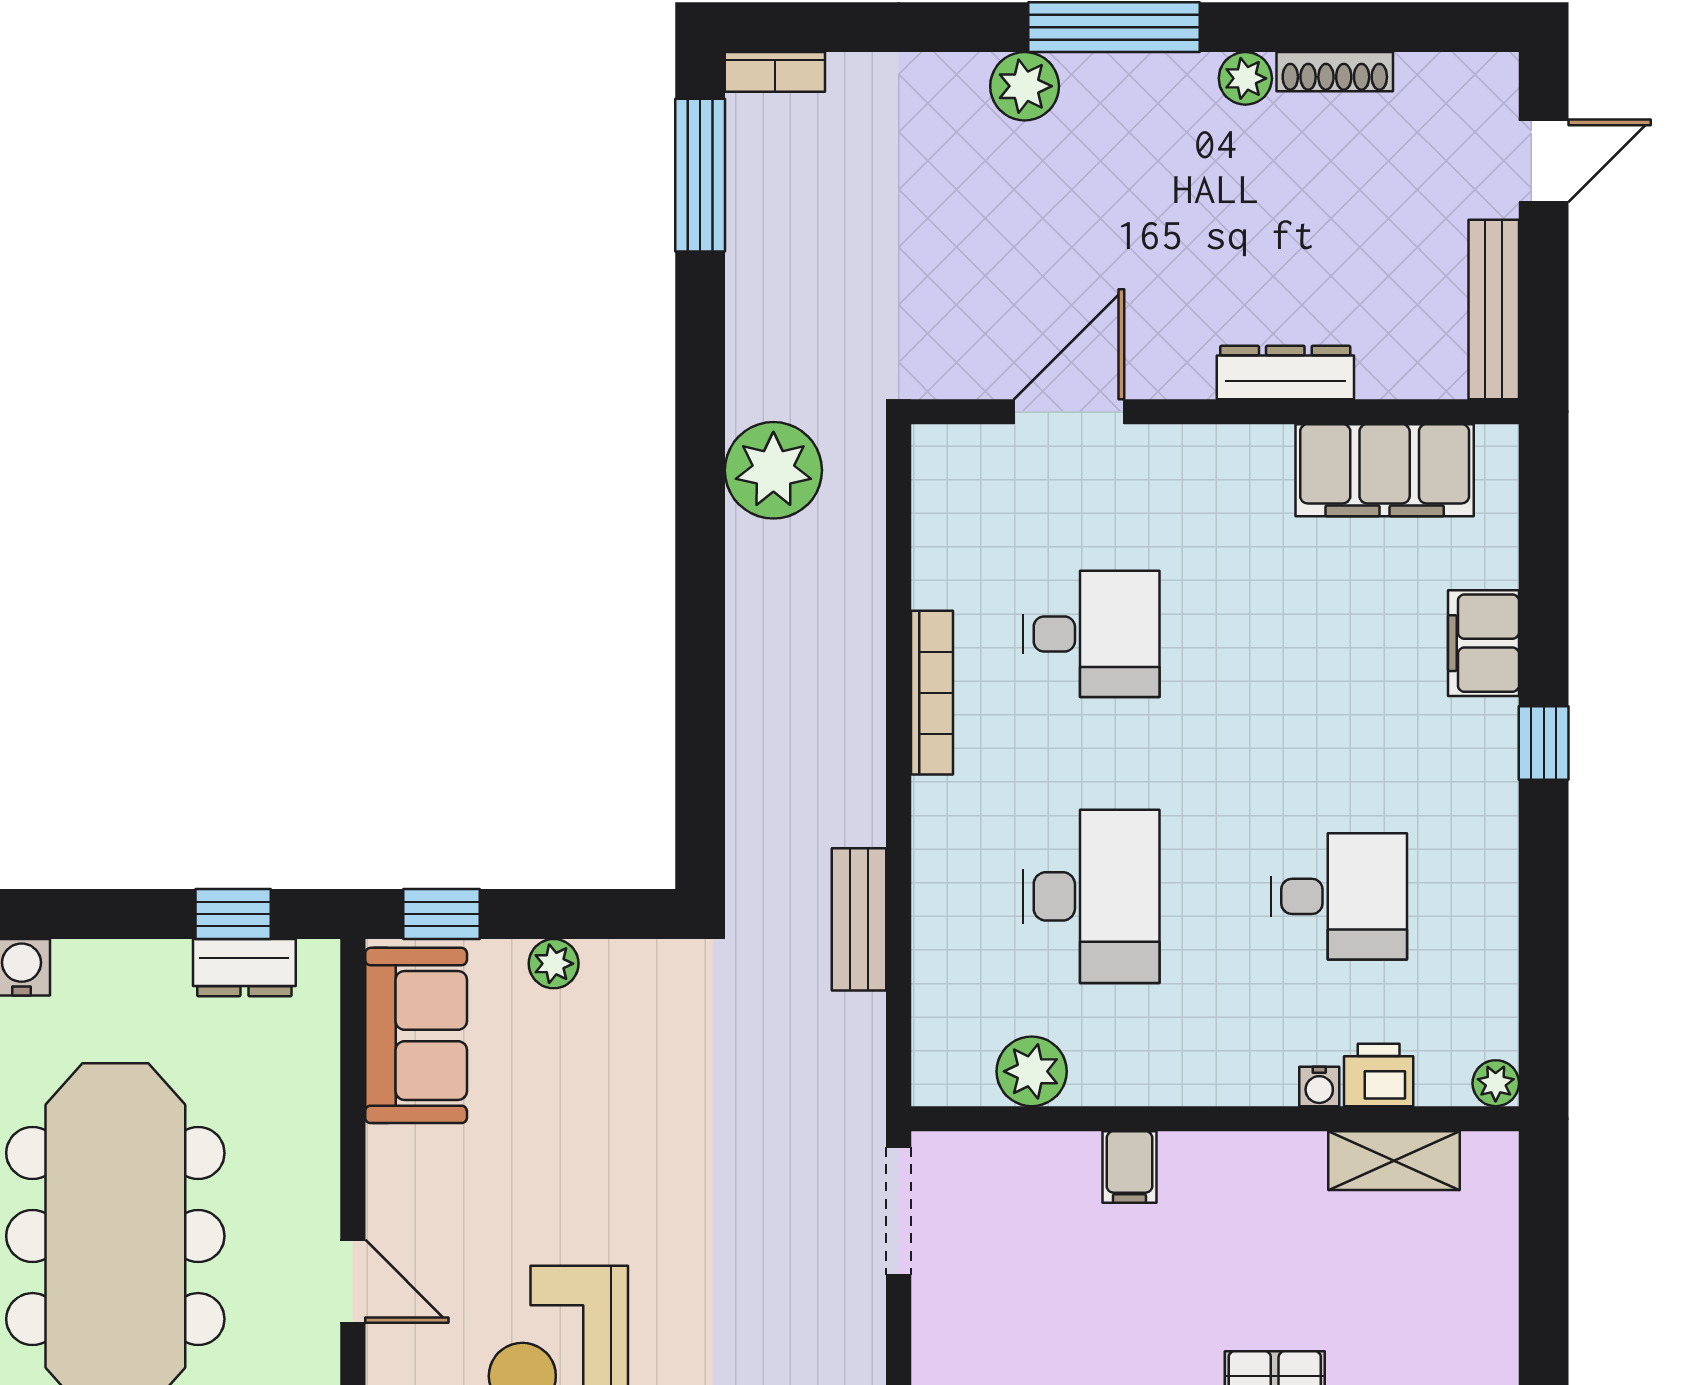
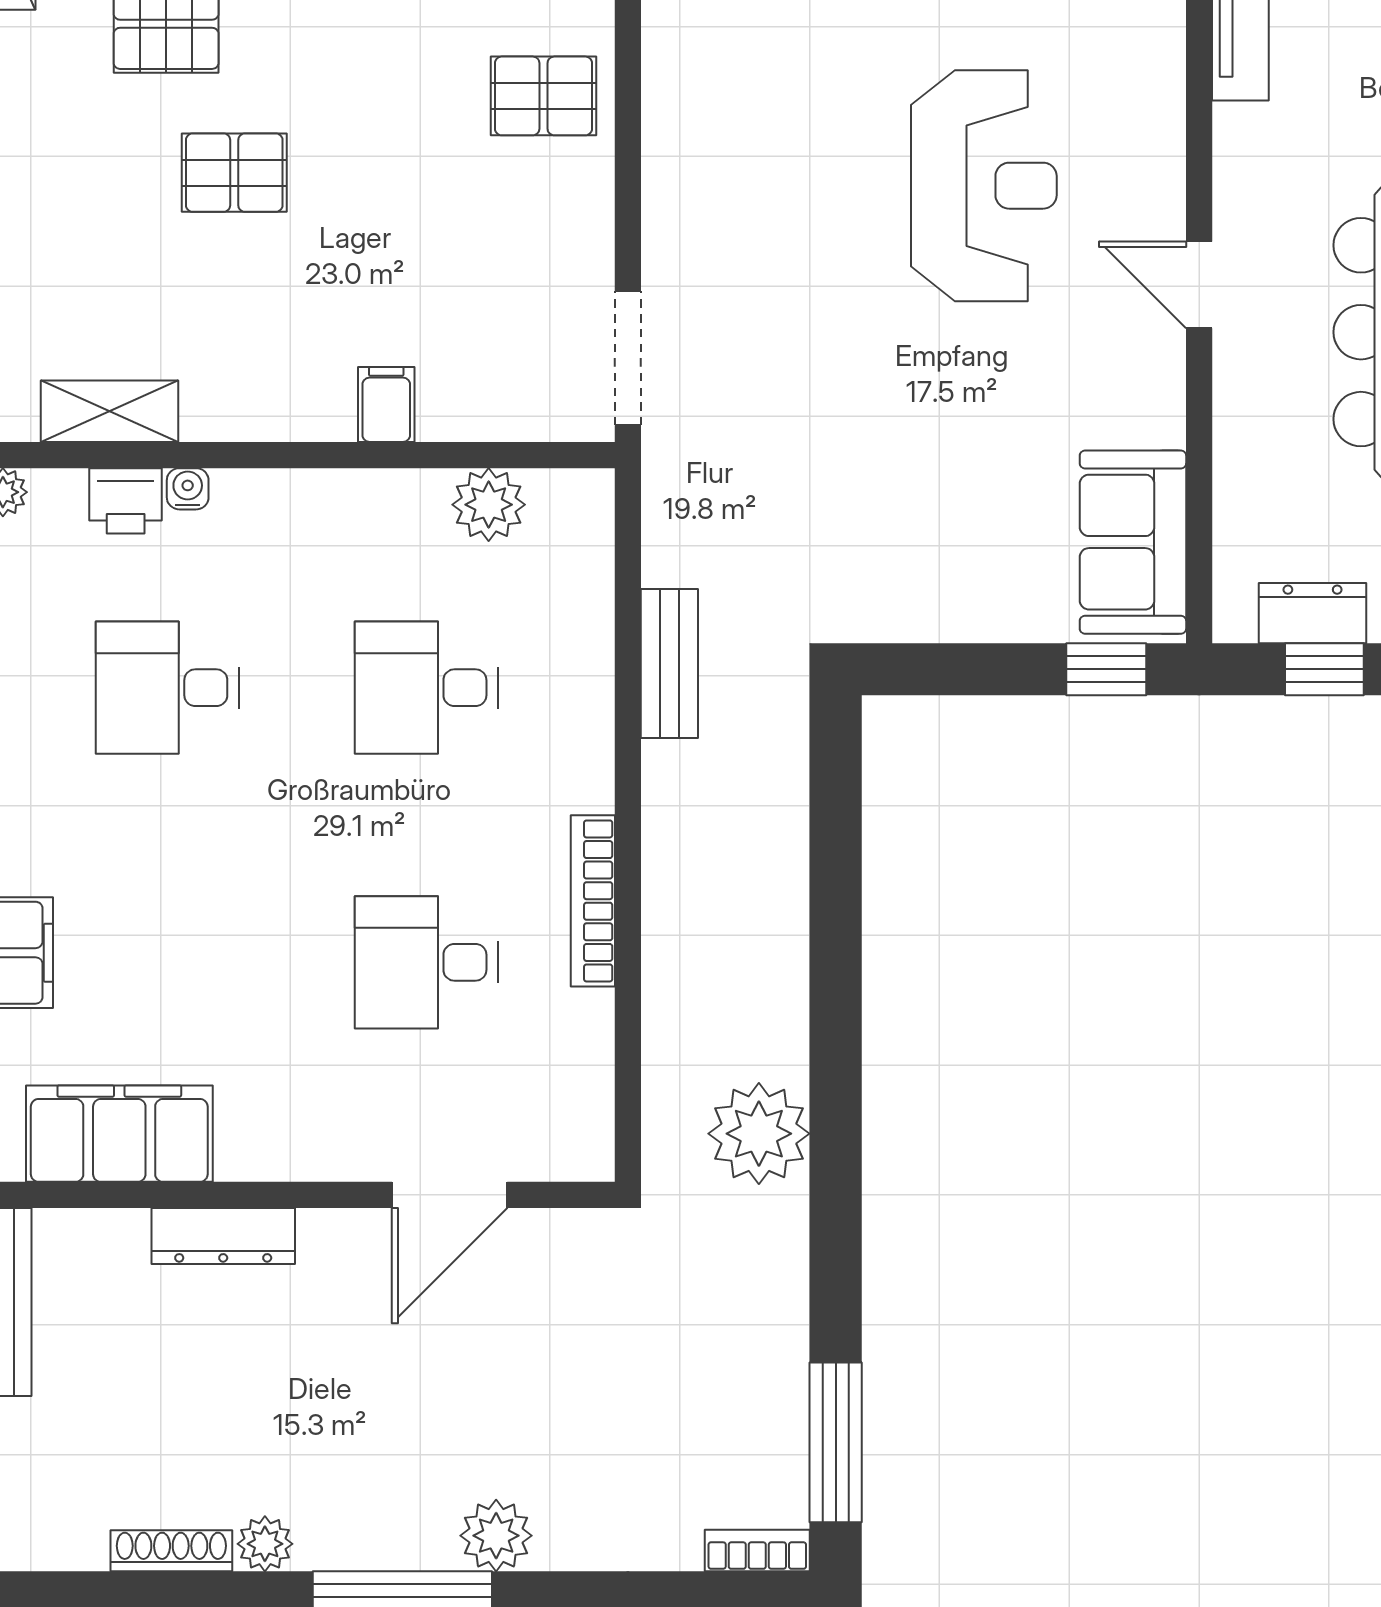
desk: (1091, 896) -> (426, 688), width x0.73
plant: (554, 964) -> (989, 617), removed

